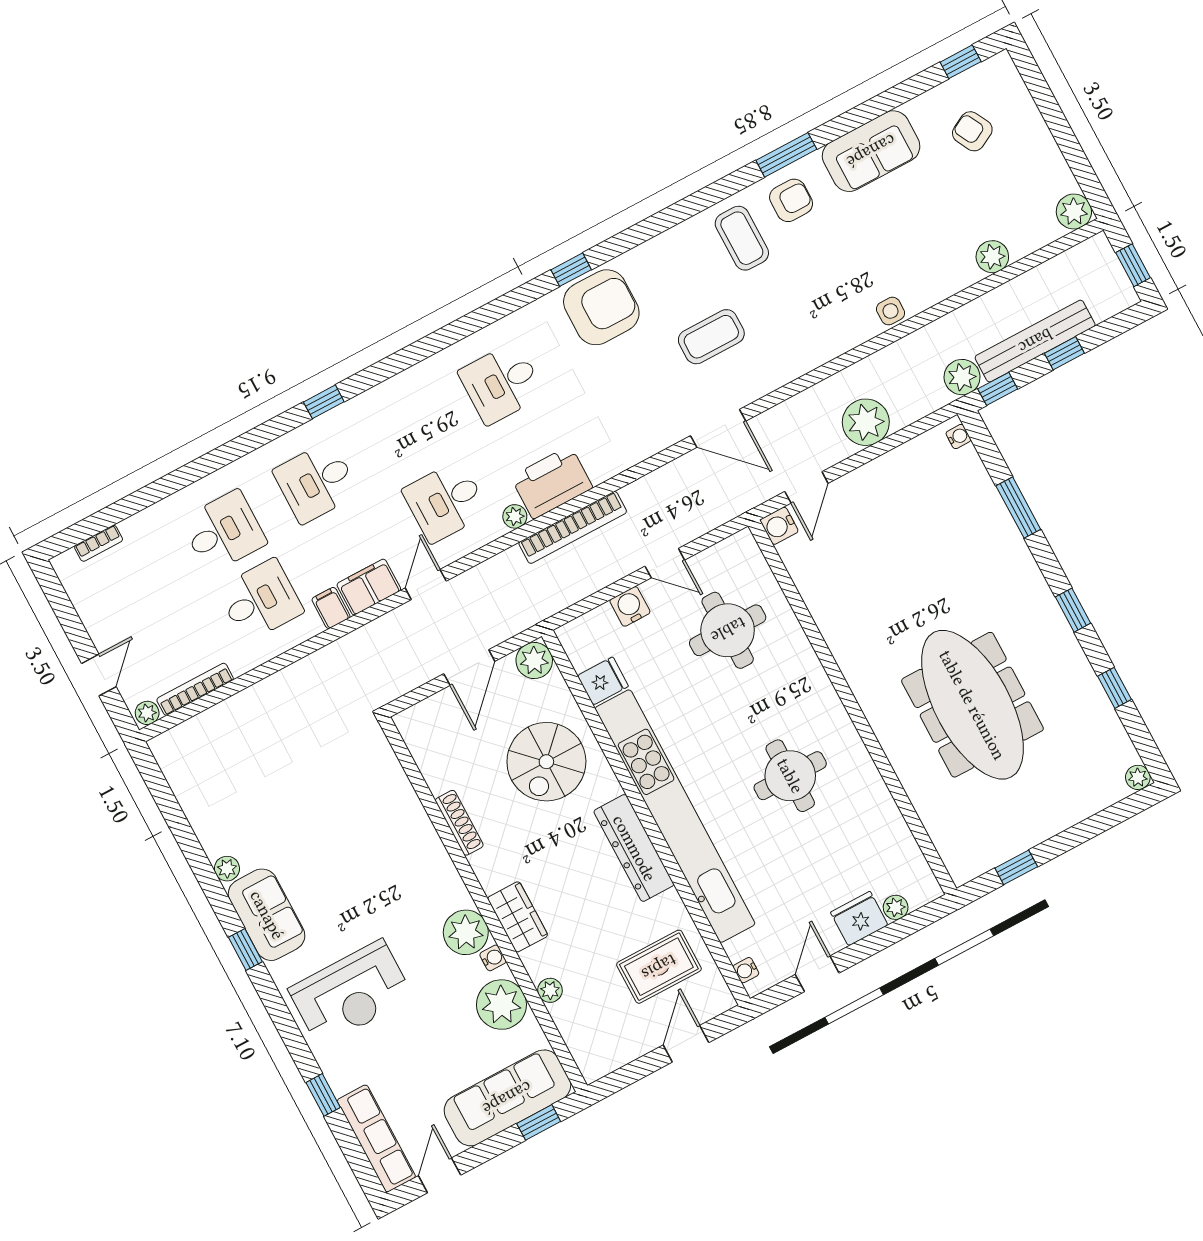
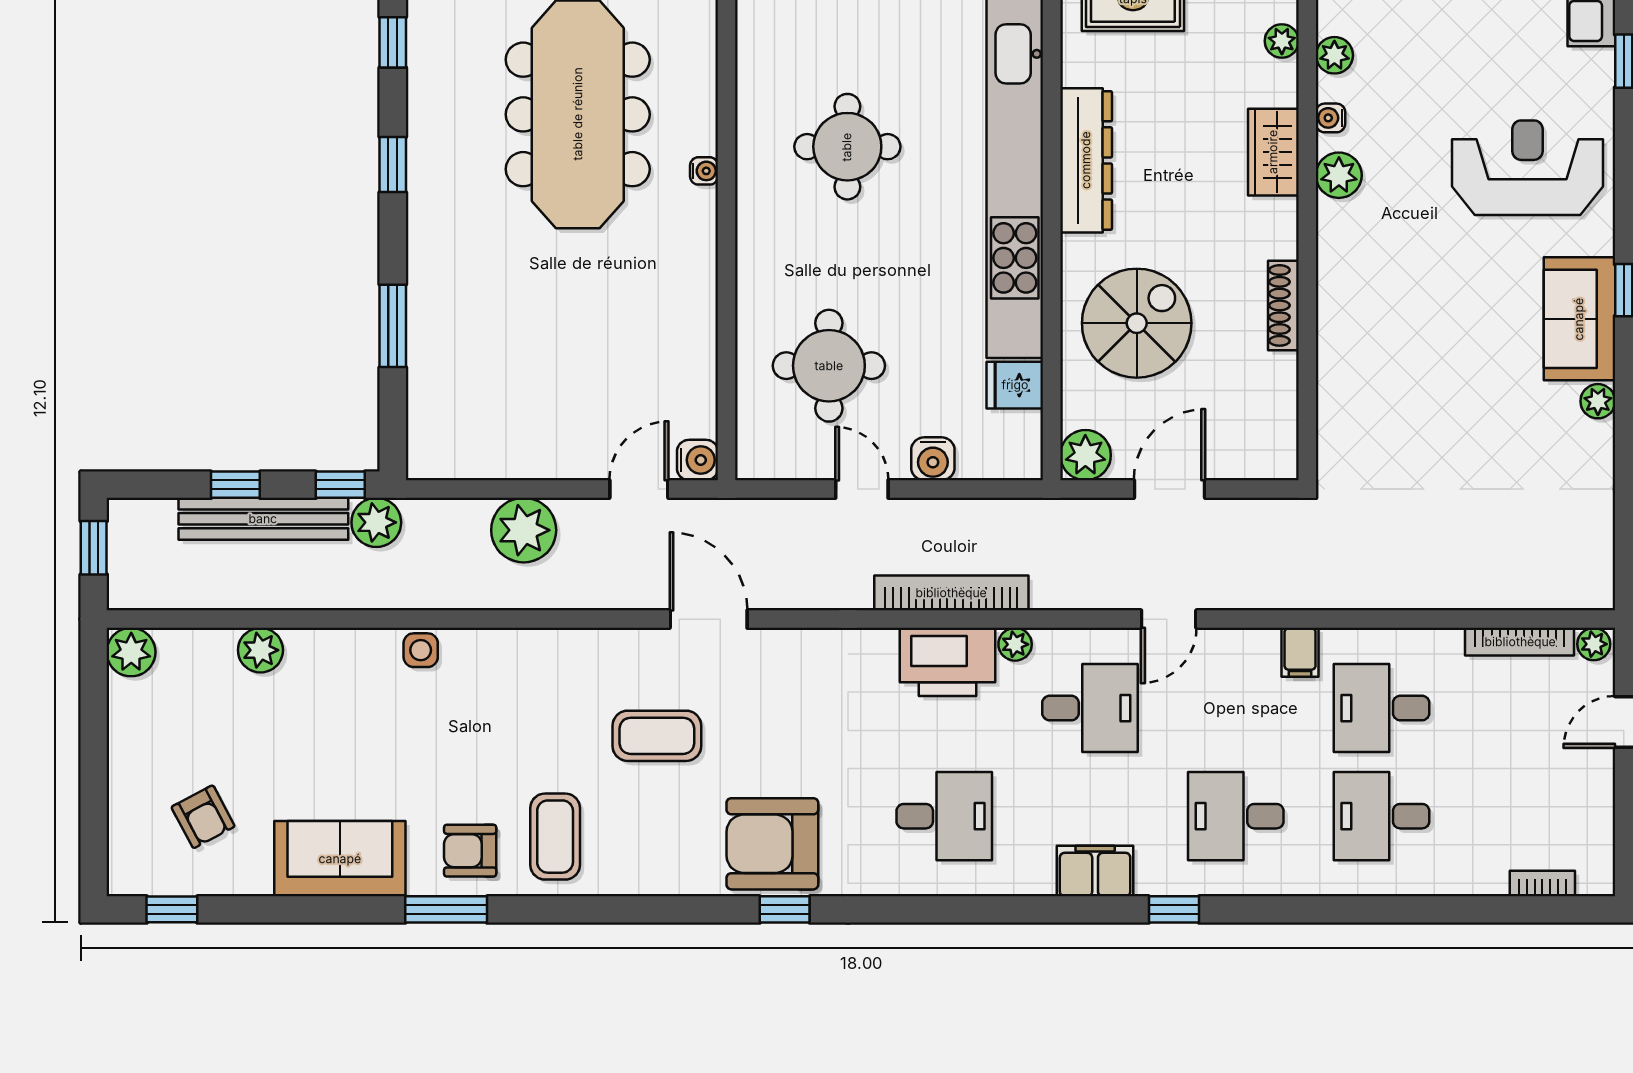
water cooler: (958, 436) -> (704, 171), moved, turned 180
desk: (316, 482) -> (1236, 816), turned 180
filing cabinet: (369, 587) -> (1095, 871), moved, turned 180
plant: (466, 932) -> (1339, 175), width x0.73, depth x0.73
plant: (501, 1005) -> (1334, 55), width x0.53, depth x0.53

